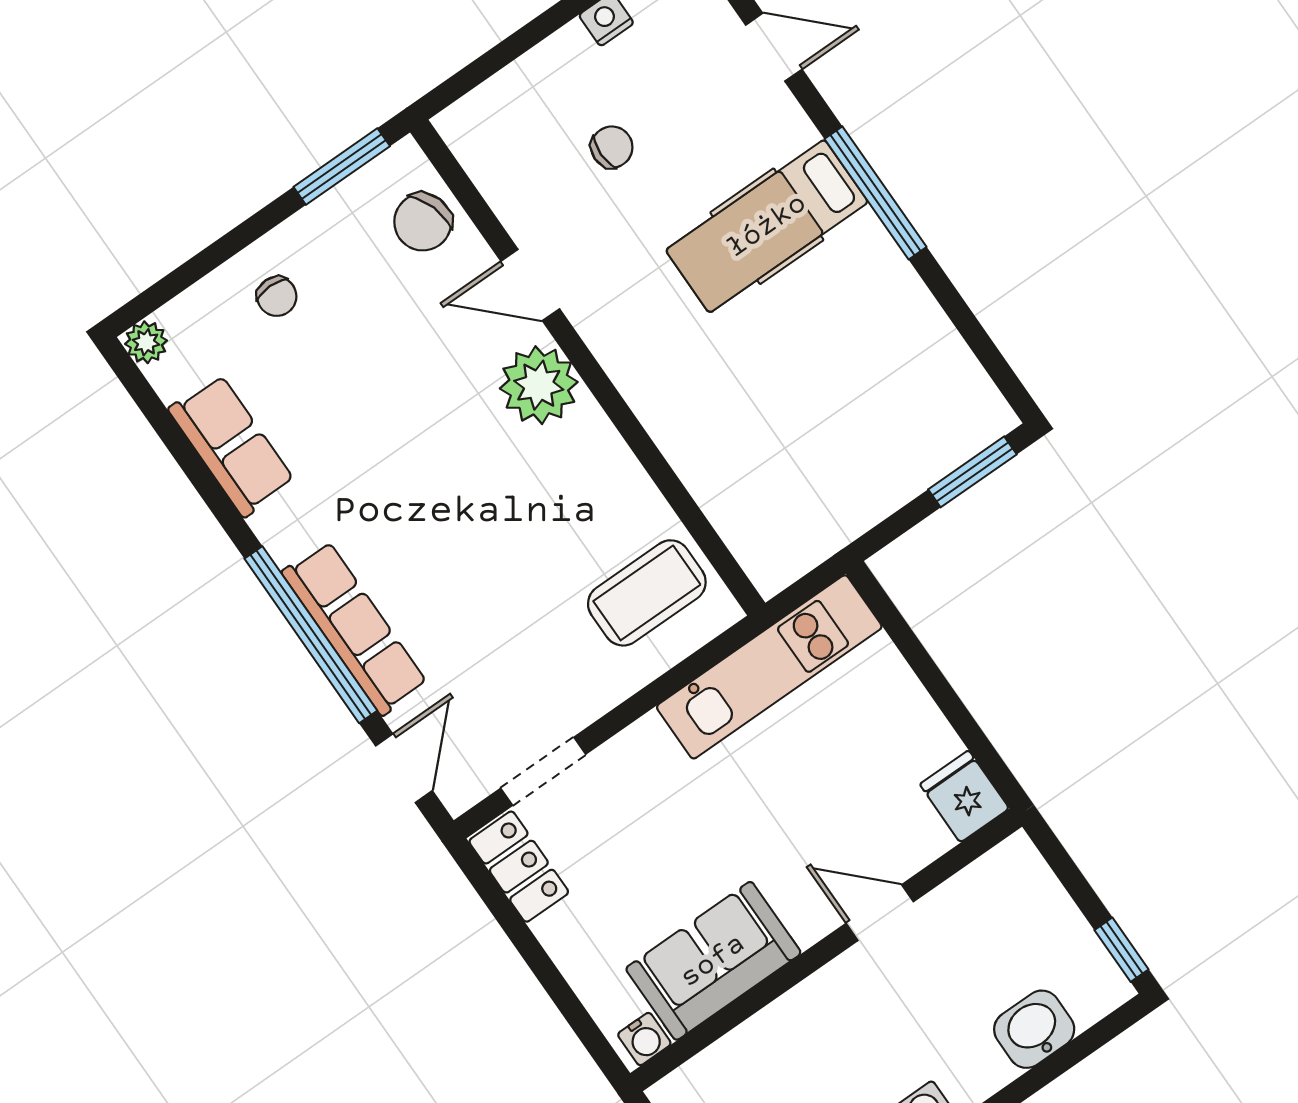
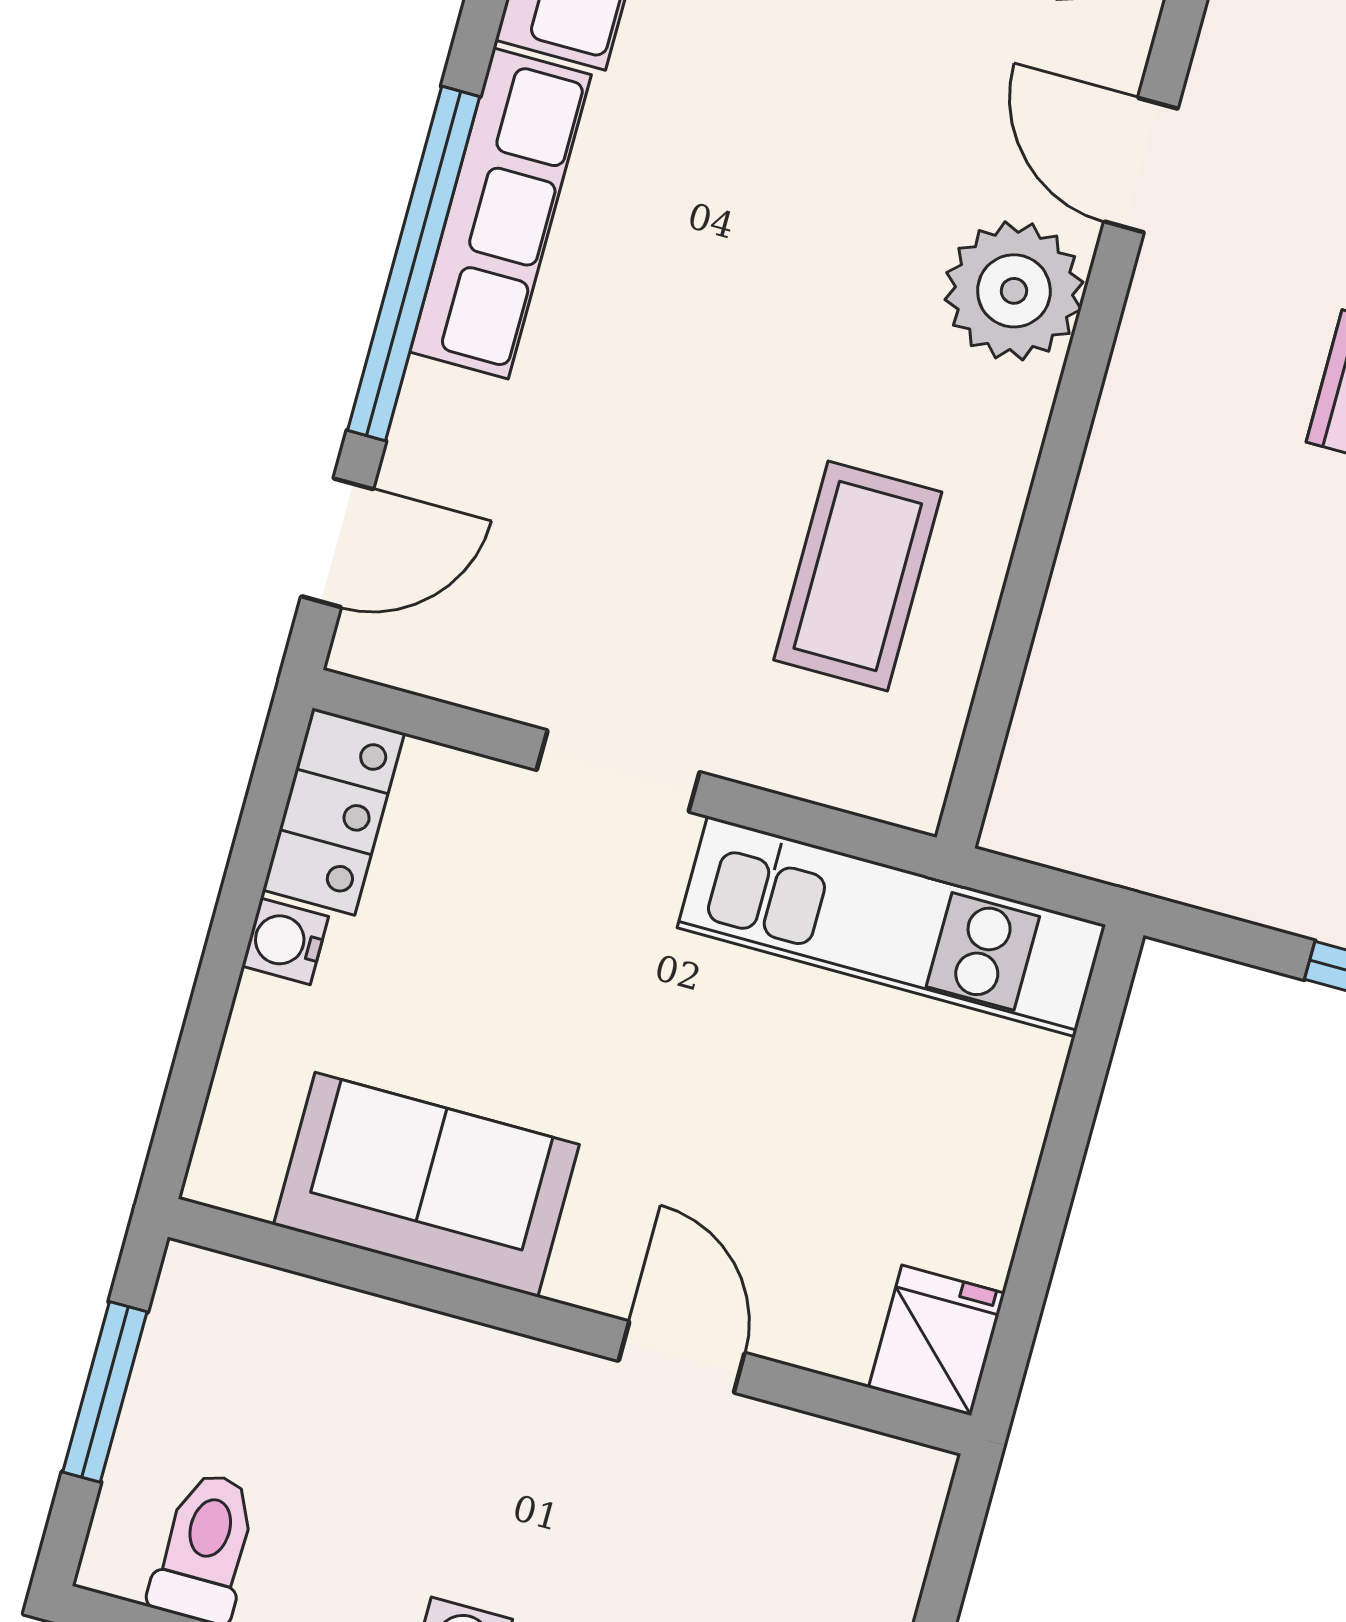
coffee table: (647, 593) -> (858, 576), moved, turned 90
row of seats: (355, 628) -> (501, 213), moved
doorway: (543, 771) -> (618, 771), moved
water cooler: (644, 1039) -> (285, 941), moved, turned 90

